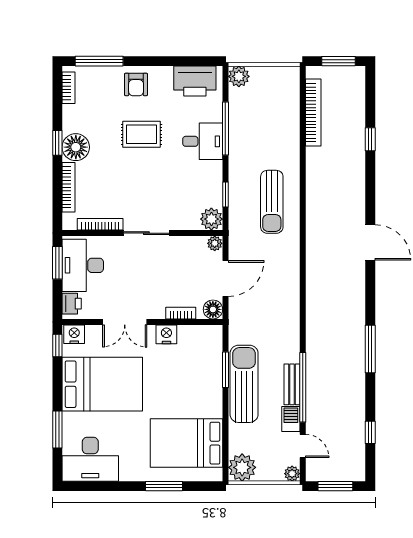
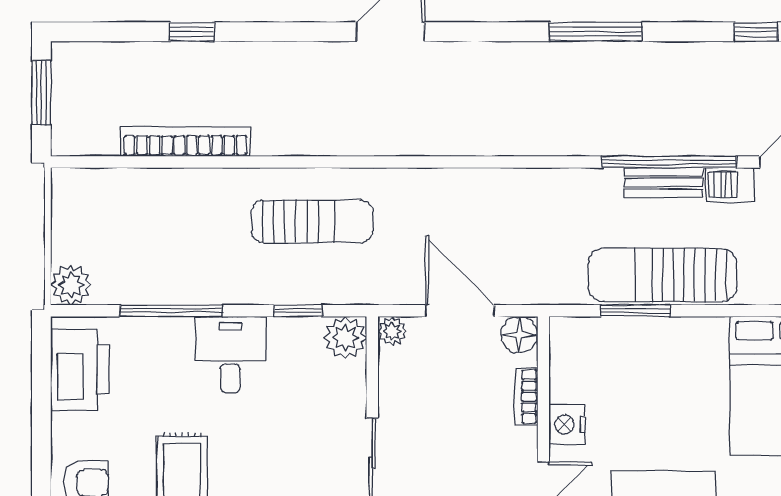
bookcase: (313, 113) -> (186, 142), moved
desk: (203, 141) -> (230, 354), moved

